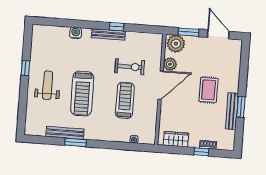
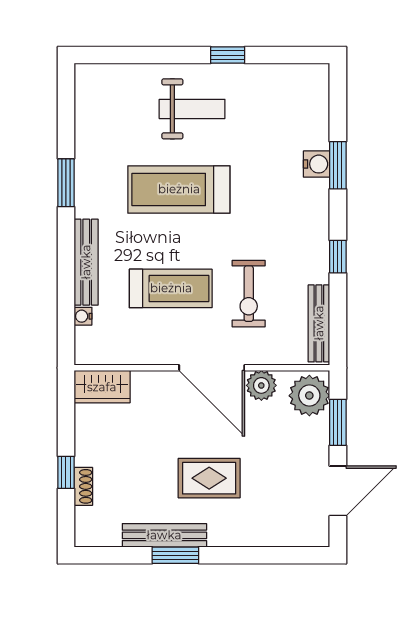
window: (77, 24) -> (338, 165), added
bench: (108, 34) -> (319, 323), moved
bench: (65, 133) -> (86, 262), moved
wardrobe: (176, 139) -> (102, 387), moved, turned 90

